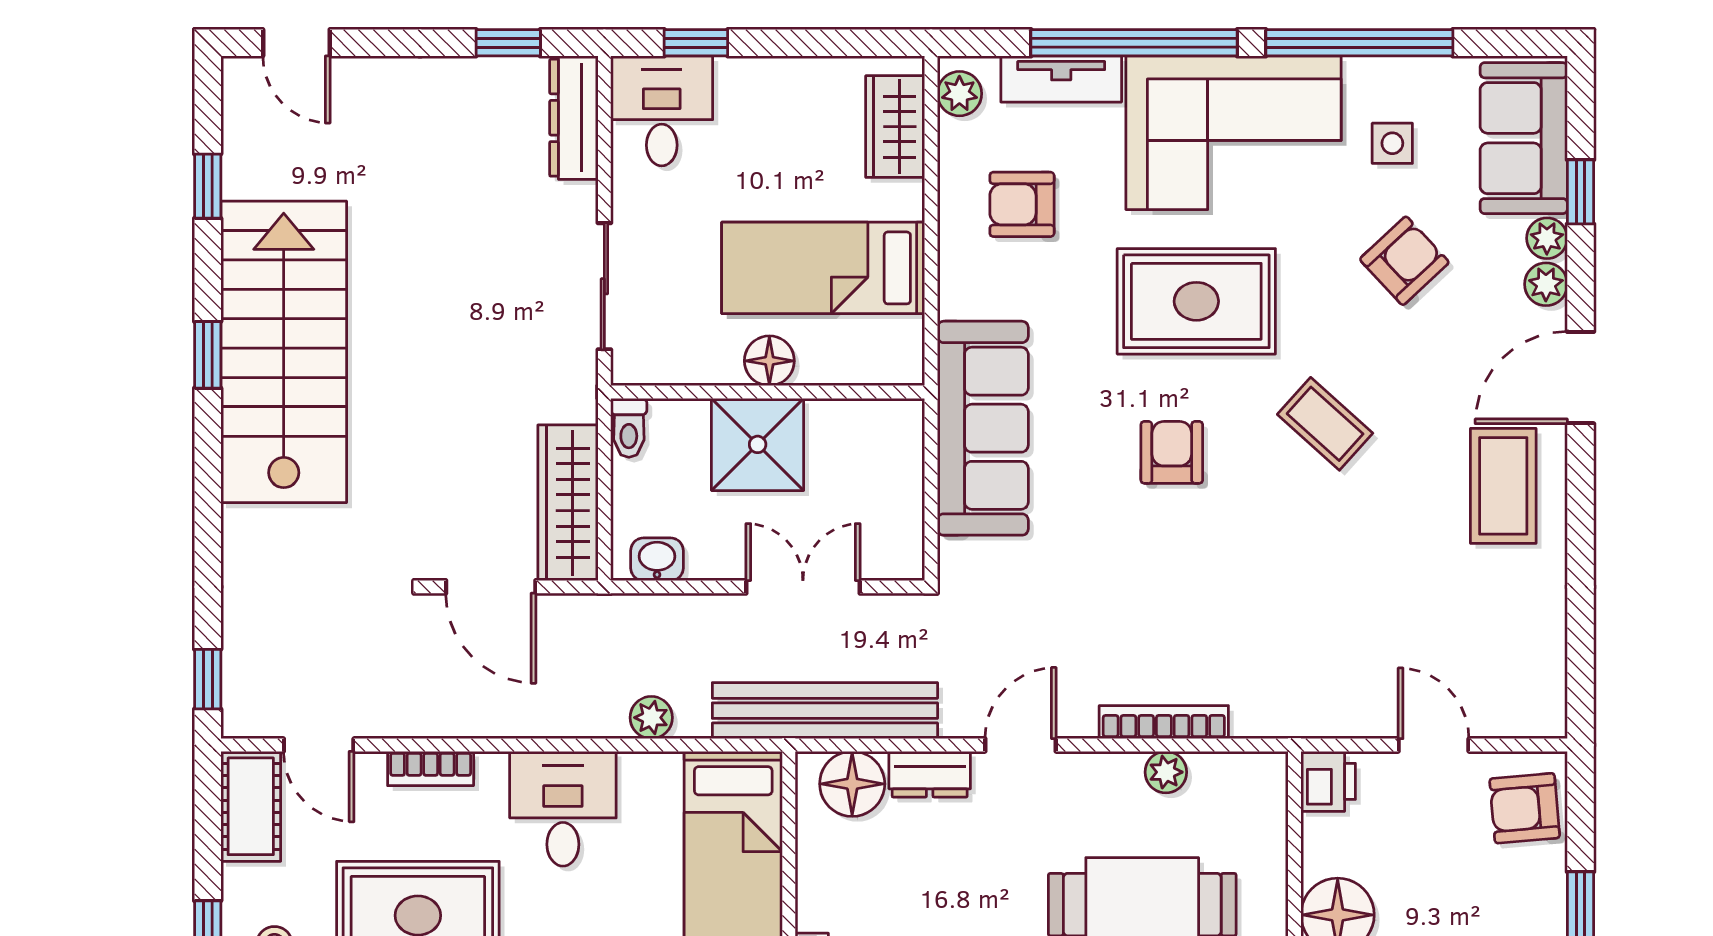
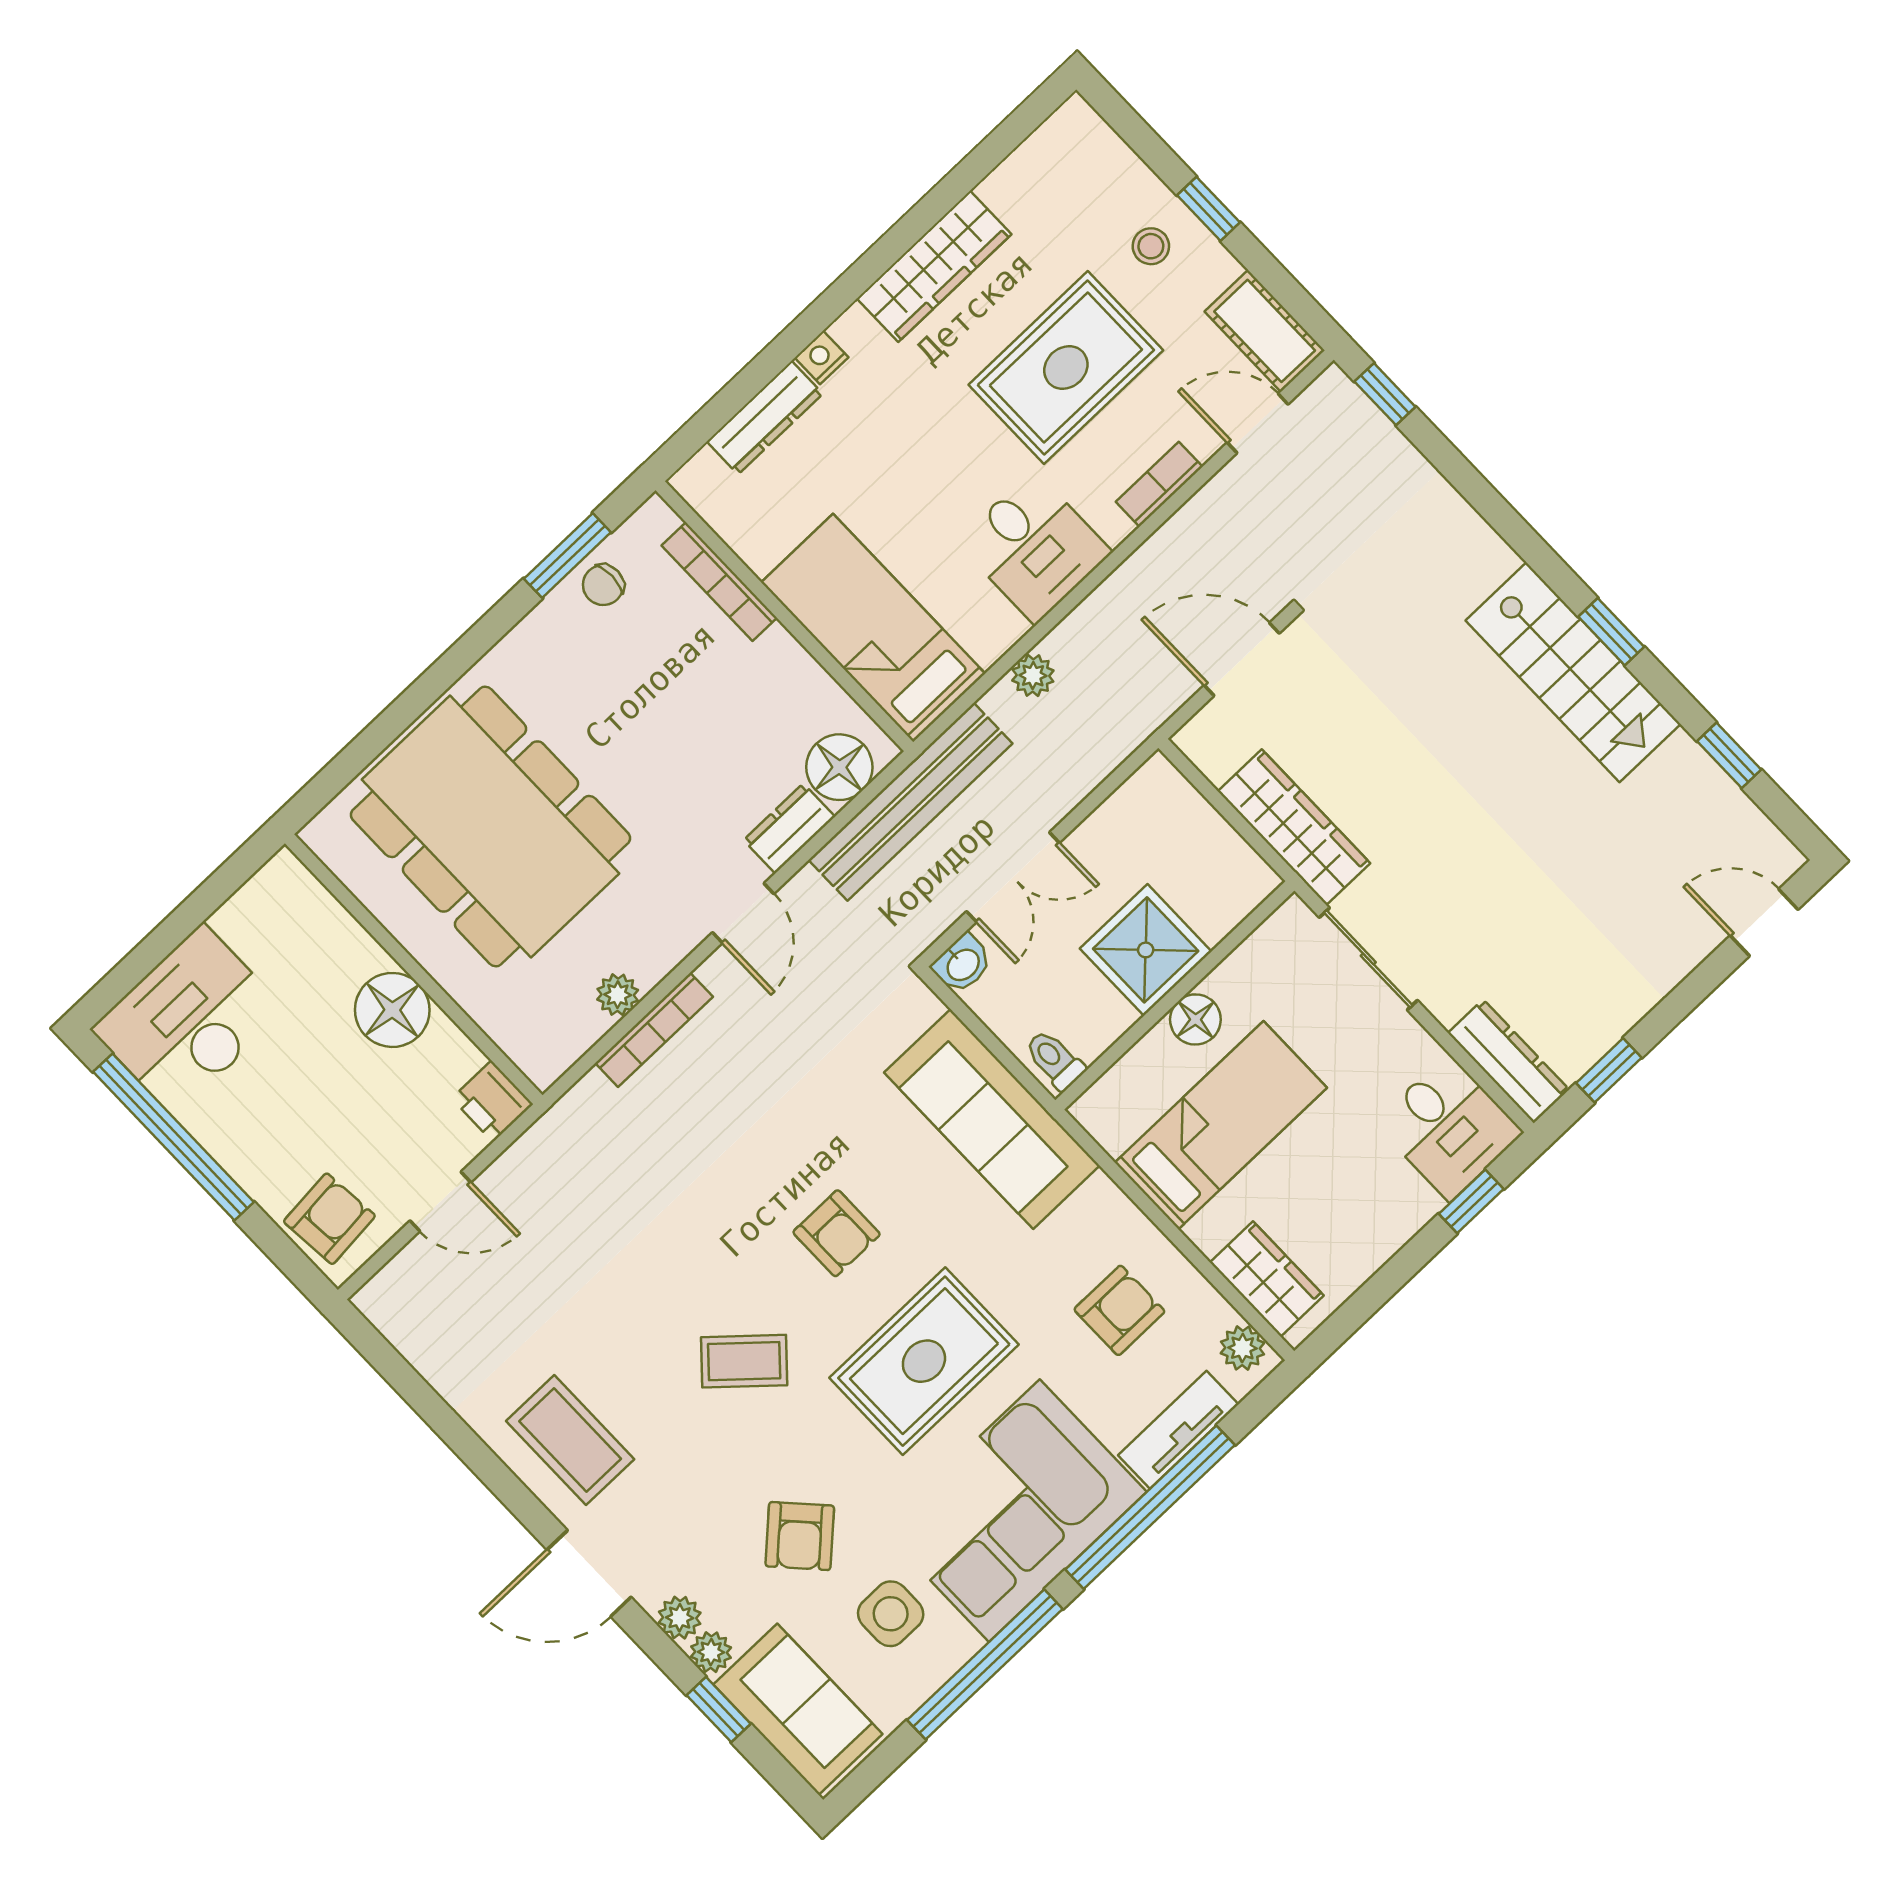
side table: (1392, 143) -> (891, 1614), width x1.37, depth x1.37
stairs: (284, 352) -> (1573, 672), width x0.73, depth x0.66
door: (1581, 378) -> (589, 1573), swing flipped
toilet: (629, 428) -> (1055, 1060), moved
wardrobe: (568, 503) -> (1294, 827), moved
washbasin: (657, 559) -> (962, 964), moved

